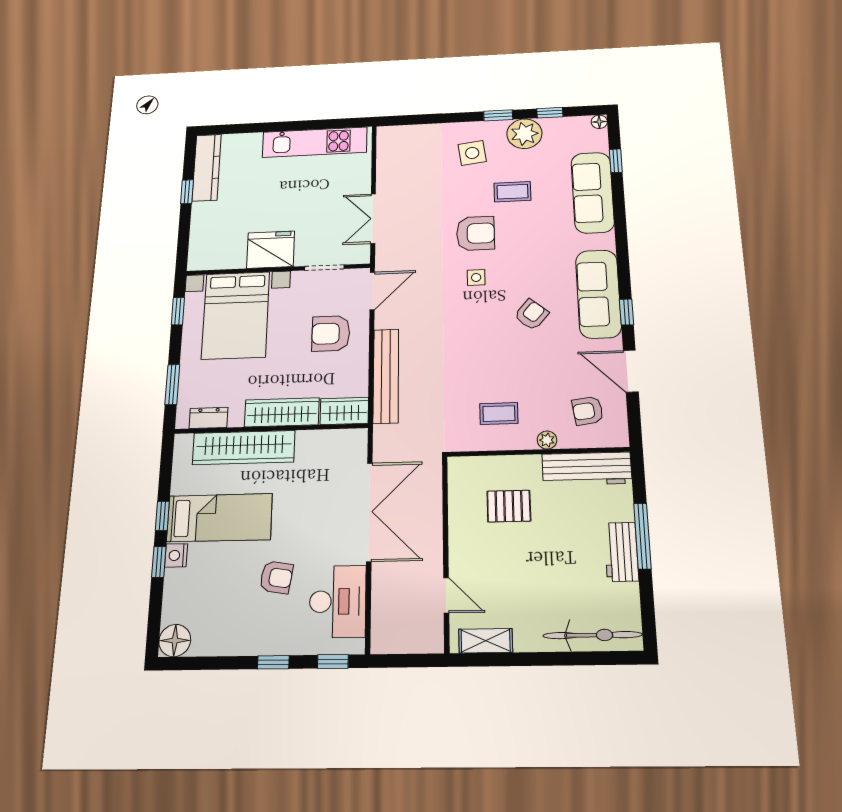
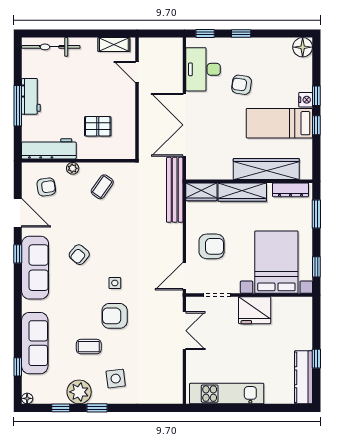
bench: (386, 376) -> (175, 190), moved
coffee table: (499, 414) -> (102, 187), turned -55
dresser: (209, 418) -> (291, 190), width x1.44

